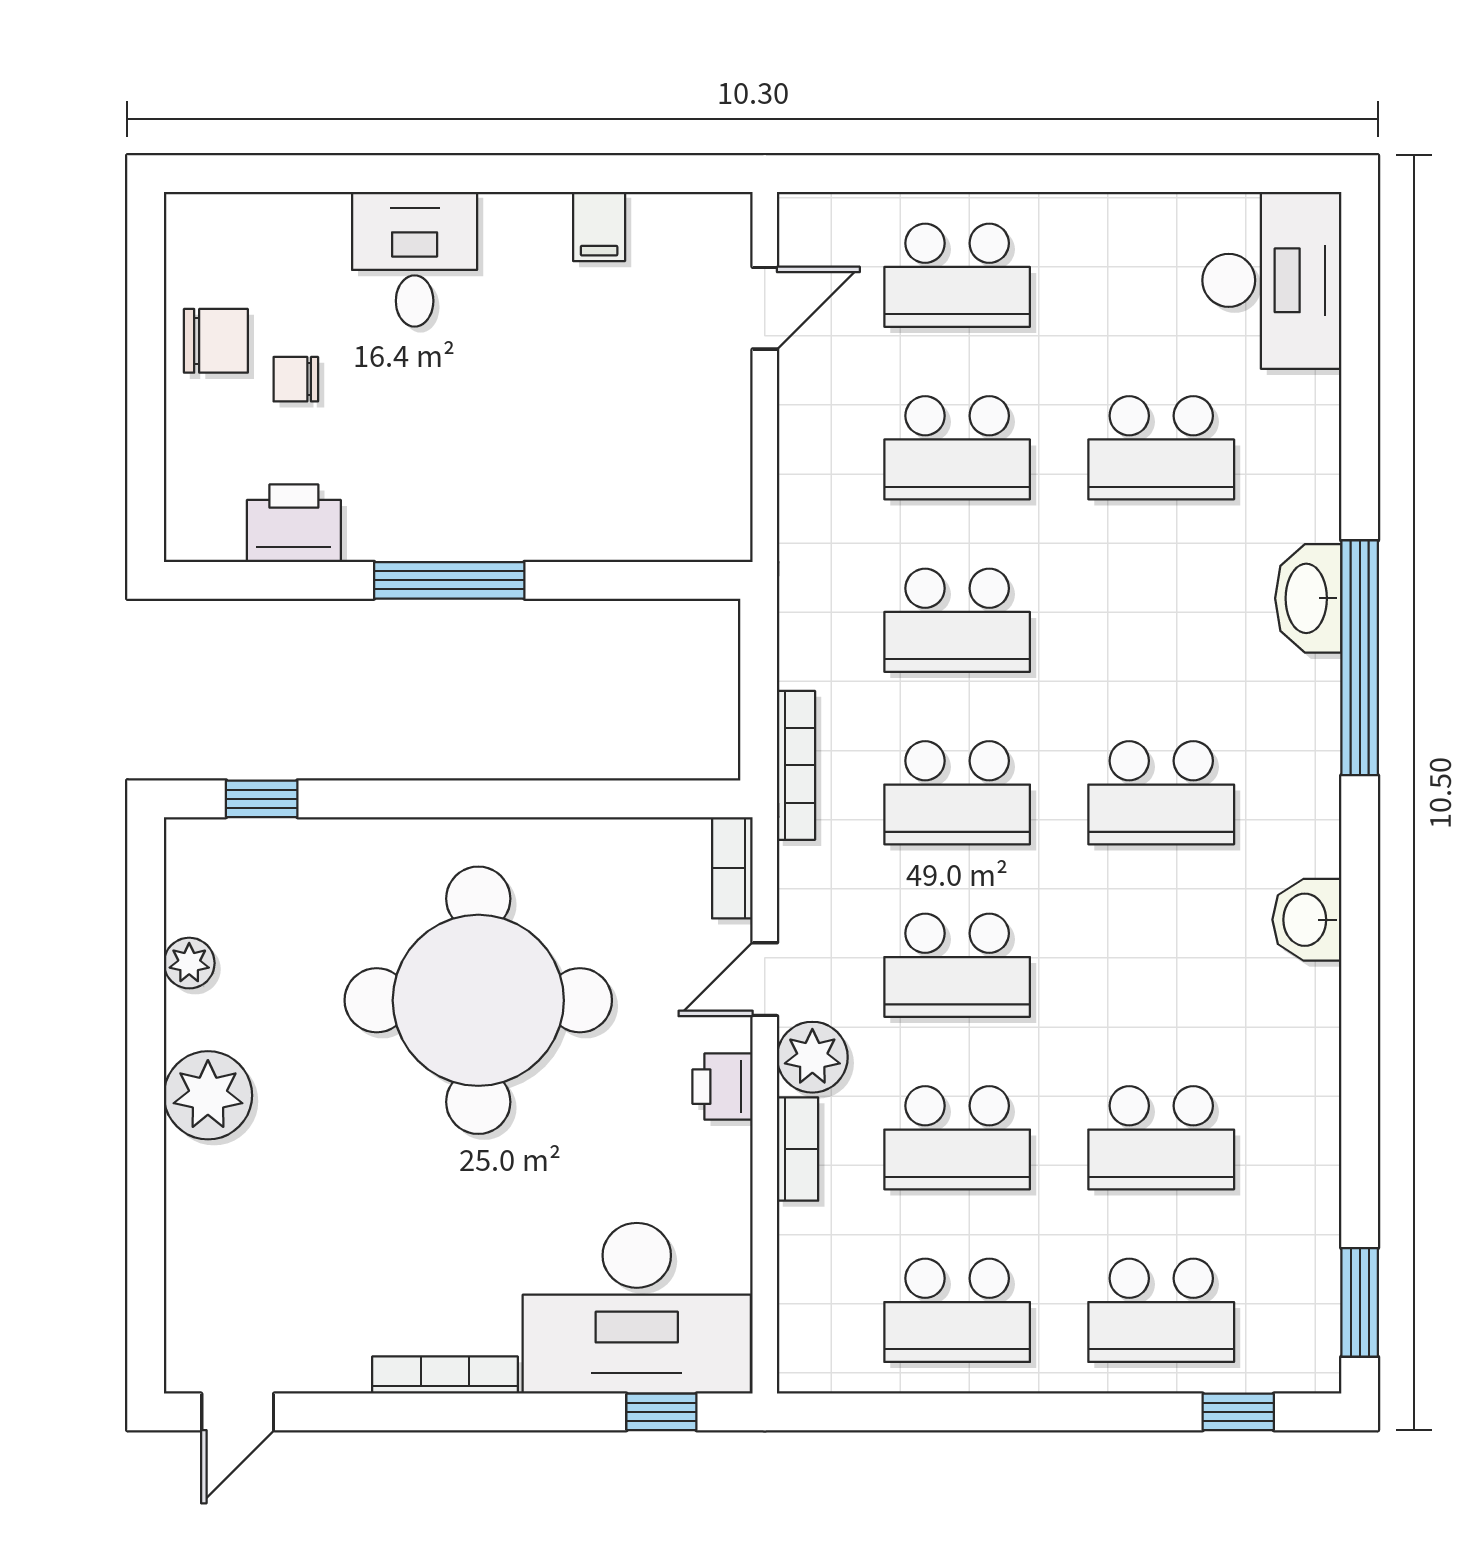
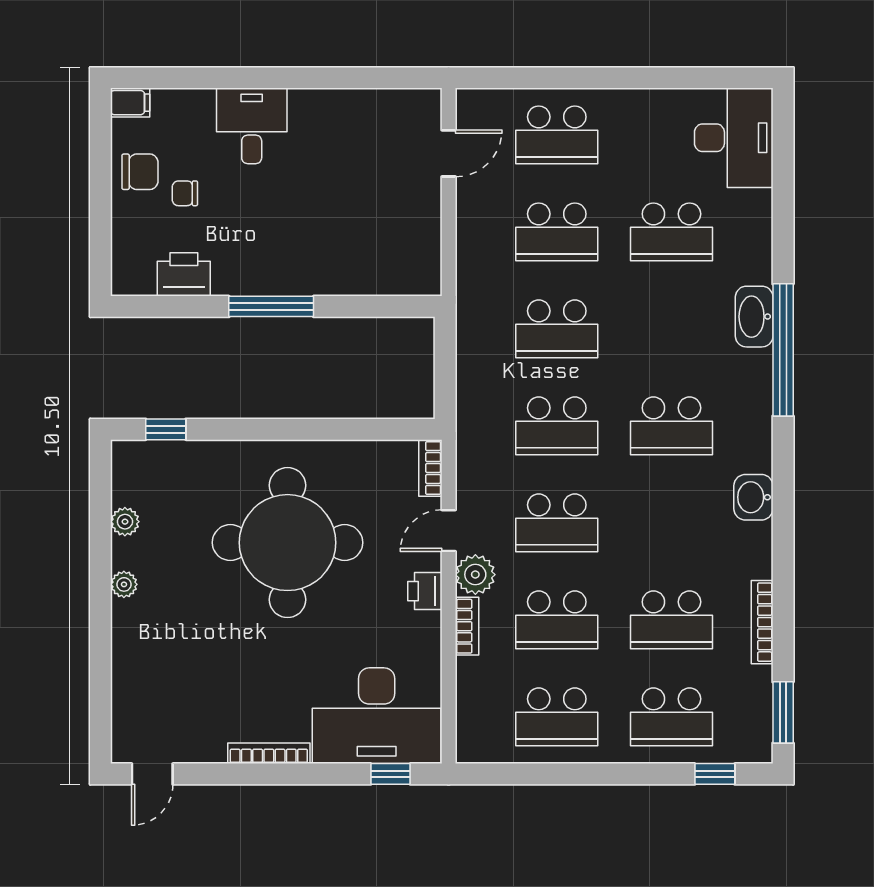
filing cabinet: (599, 226) -> (130, 103), moved, turned -90
bookcase: (796, 765) -> (762, 622), moved, turned 180
plant: (208, 1095) -> (124, 584), width x0.53, depth x0.53

